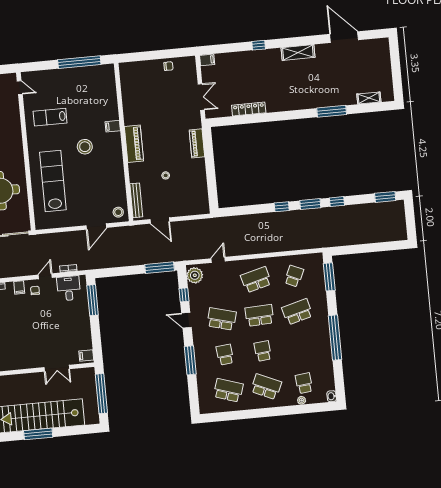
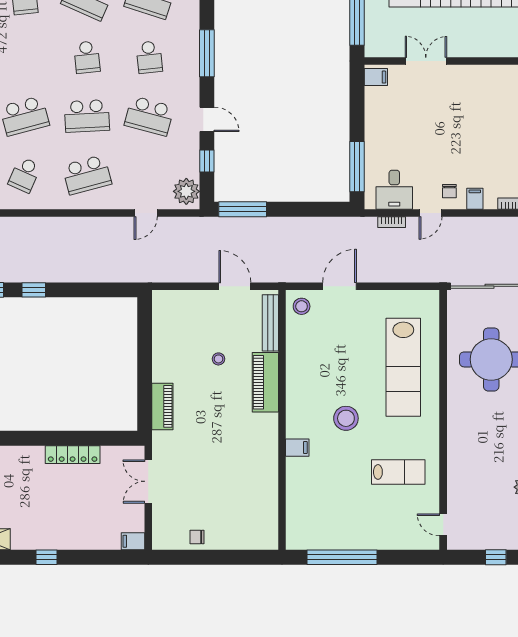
piano: (134, 144) -> (265, 382), moved

